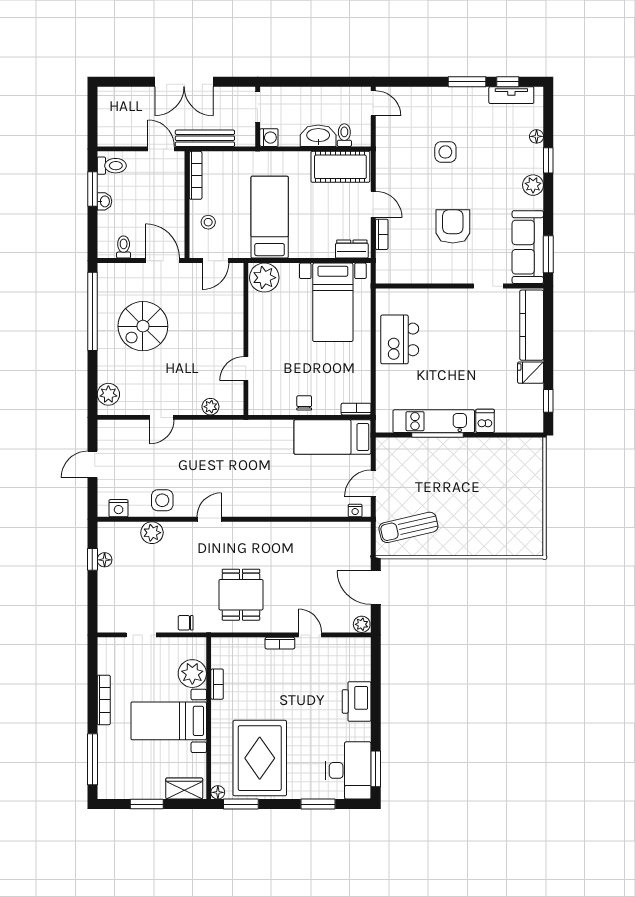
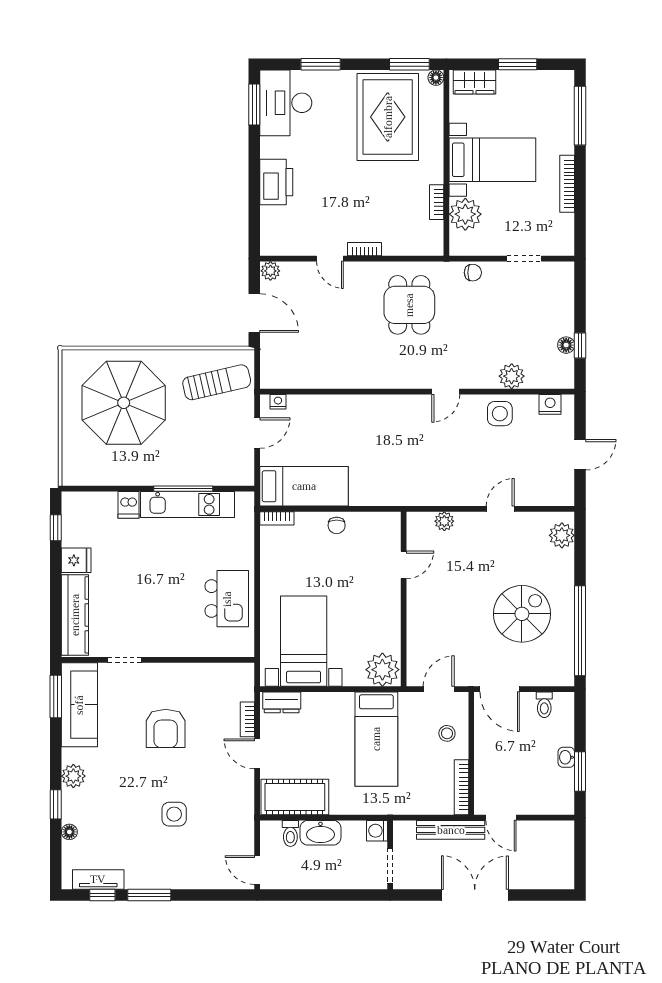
toilet: (112, 166) -> (558, 798), removed
parasol: (489, 510) -> (124, 403), added

